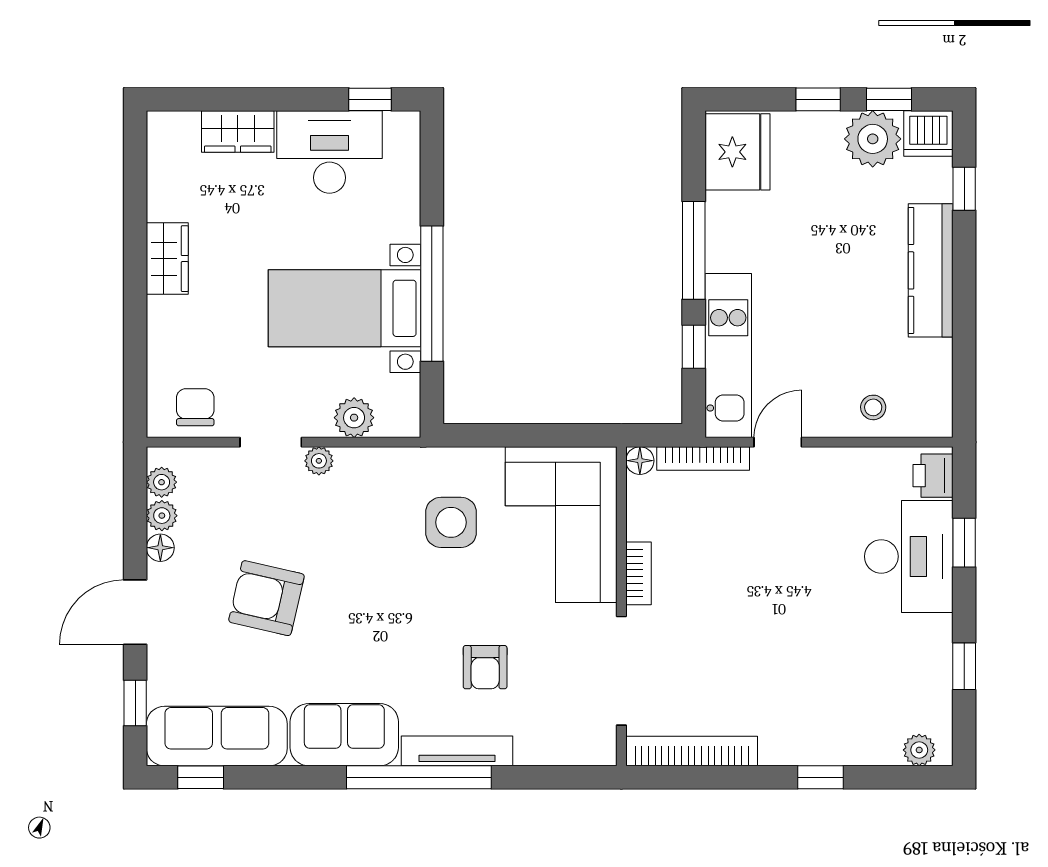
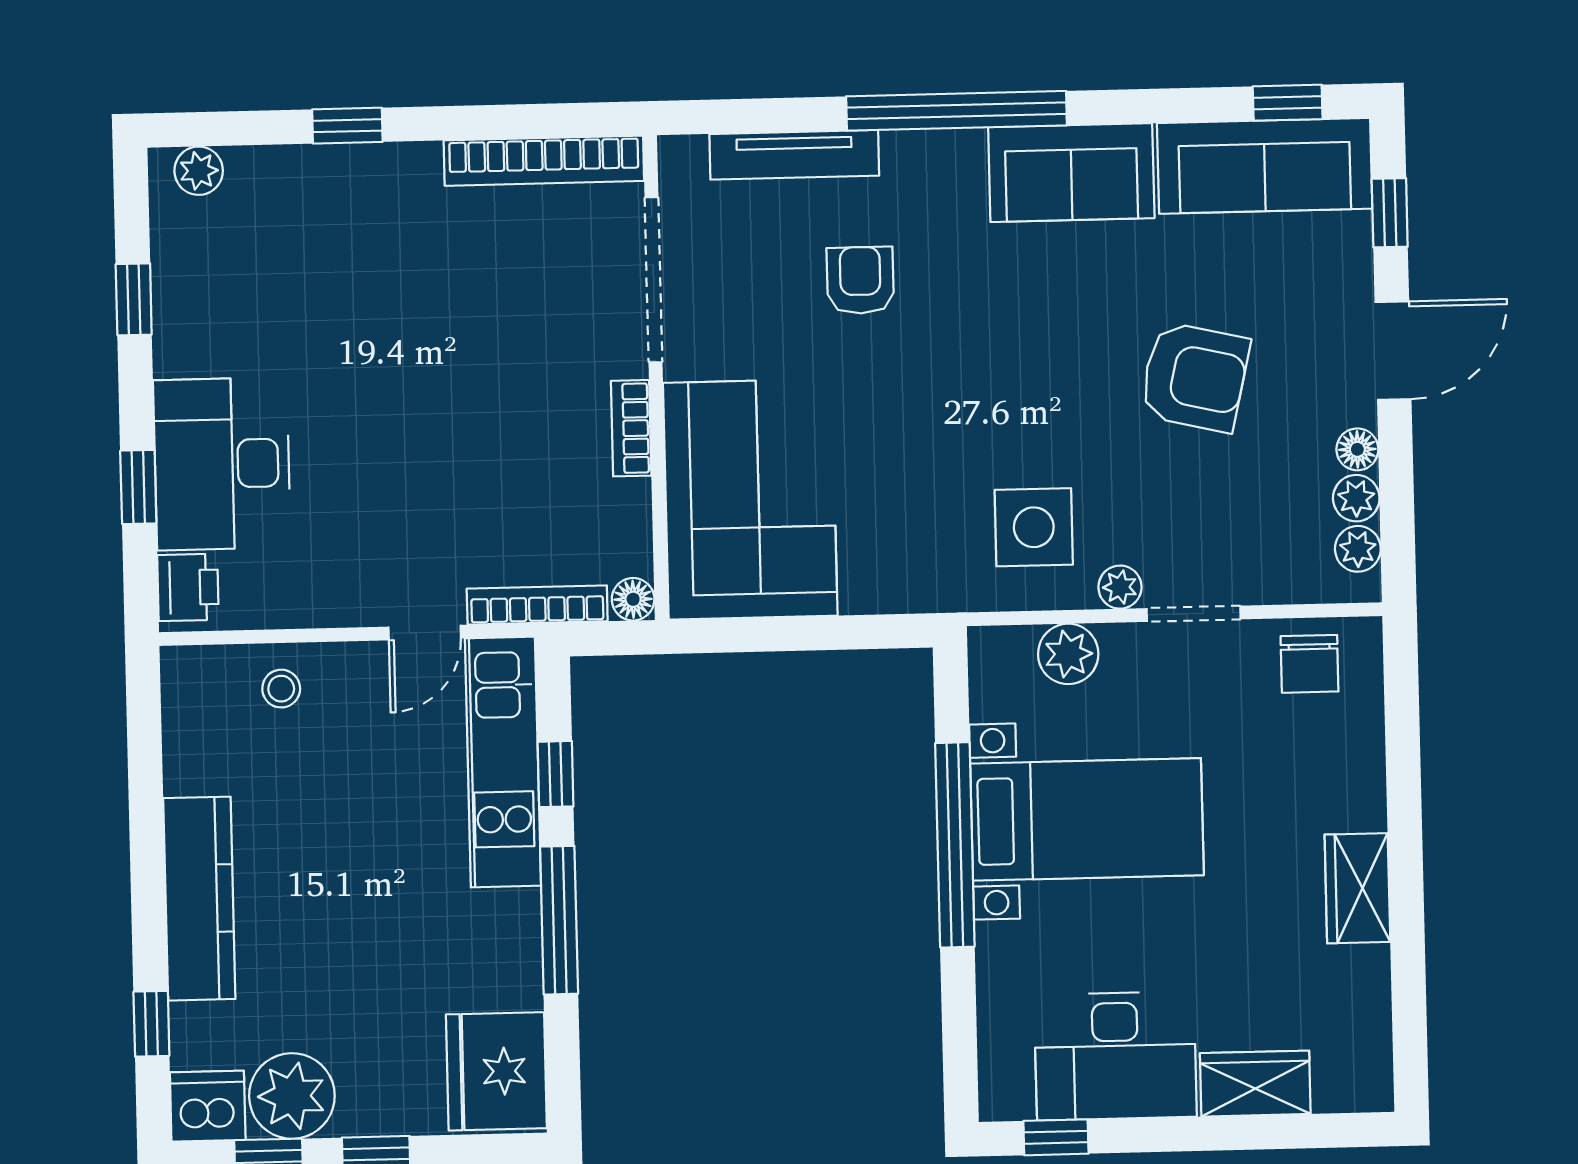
side table: (451, 522) -> (1034, 527), moved
tv unit: (457, 751) -> (794, 155), moved

